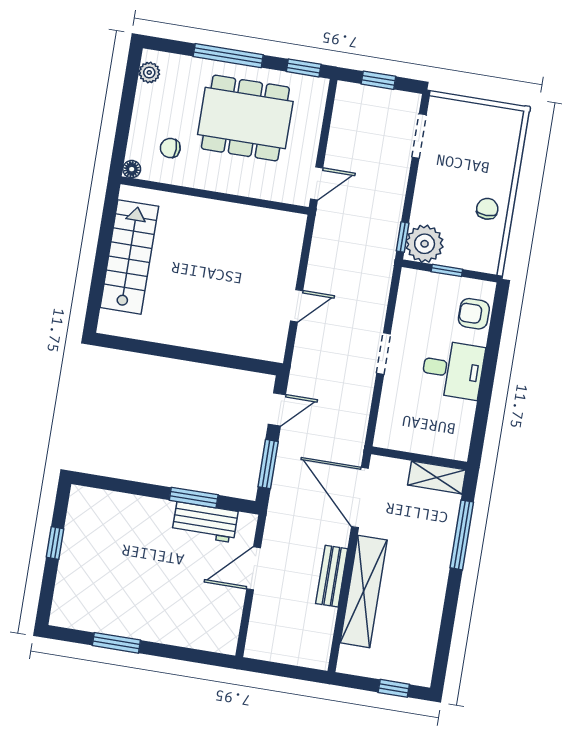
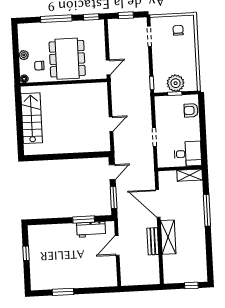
plant: (149, 72) -> (24, 55), moved
dining table: (245, 118) -> (67, 59), moved, turned 90
chair: (487, 209) -> (178, 30), moved
plant: (425, 244) -> (176, 83), moved
desk: (453, 370) -> (188, 154), moved
wall: (419, 458) -> (180, 168), moved
shelving: (437, 477) -> (190, 175), moved
shelving: (364, 591) -> (168, 237), width x0.68

